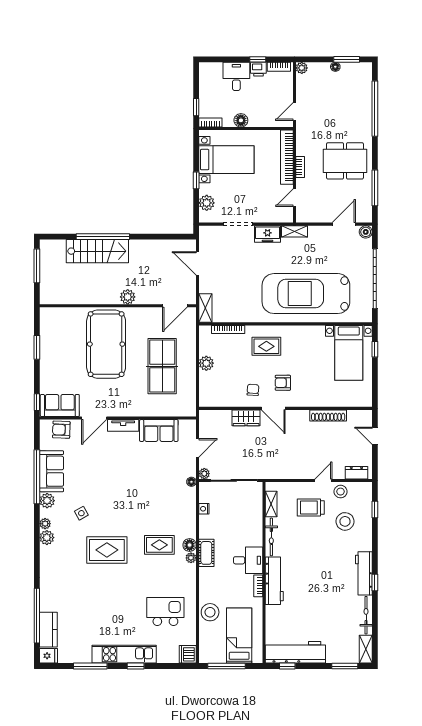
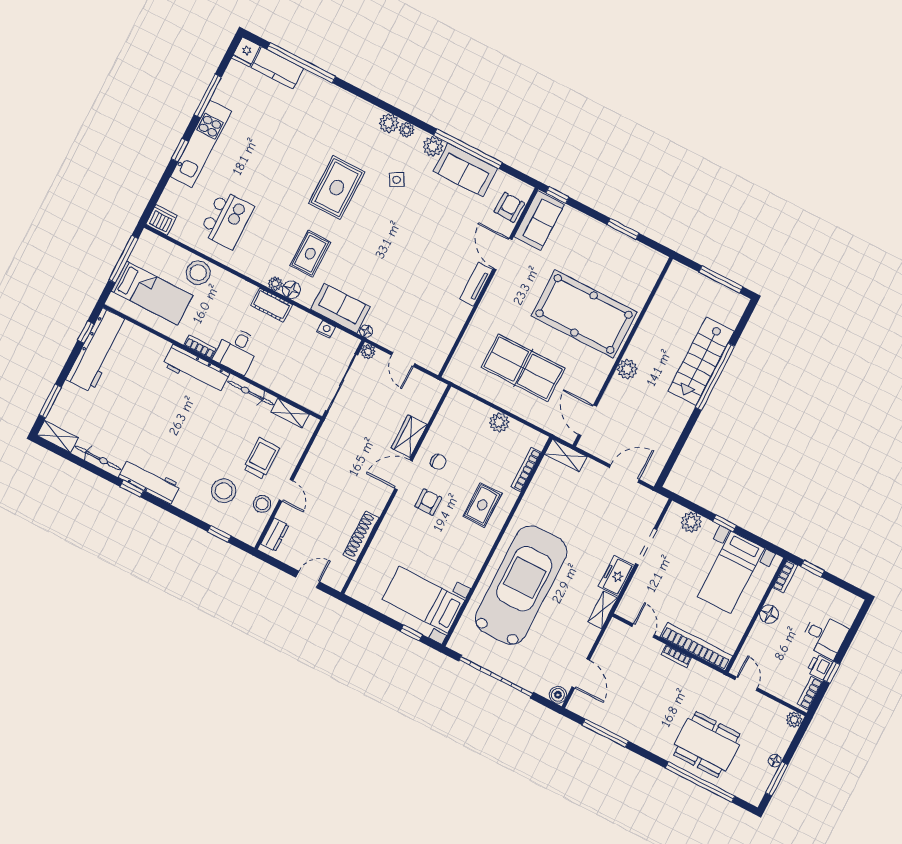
dining table: (345, 161) -> (707, 745), moved, turned 90
sofa: (159, 430) -> (340, 308), moved, turned 90

